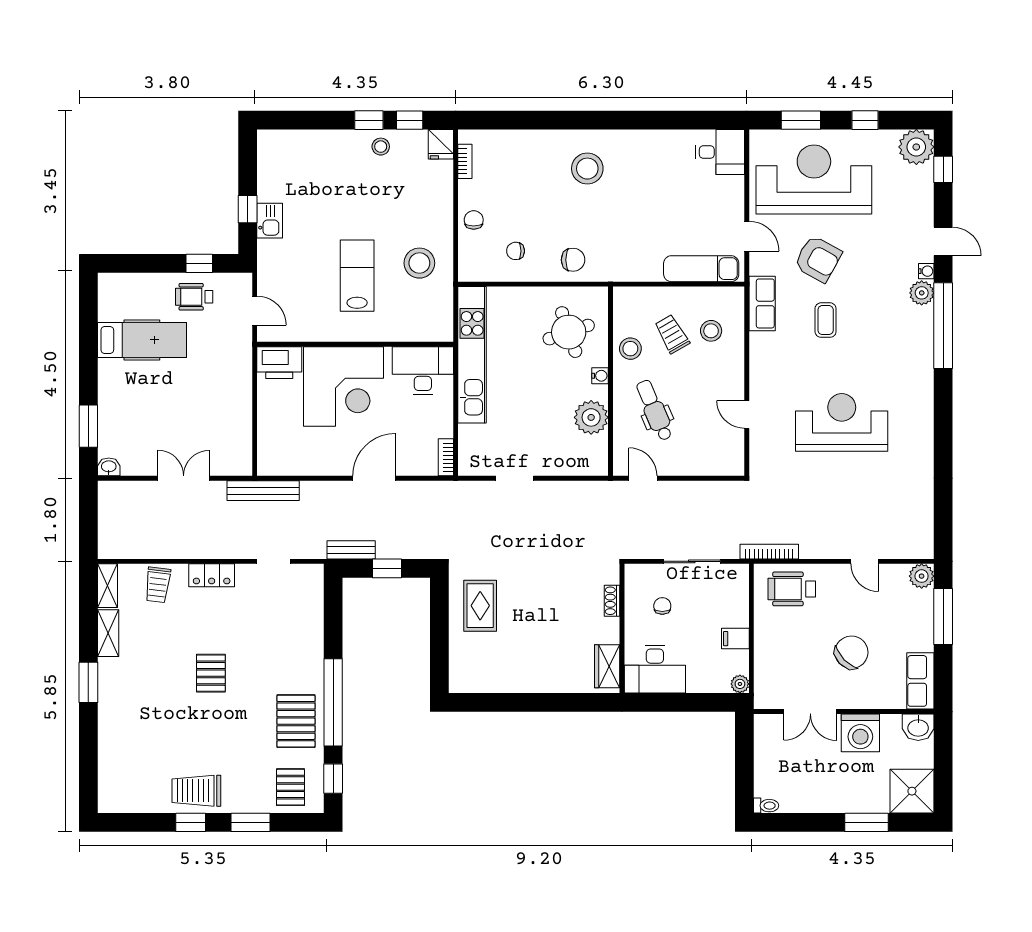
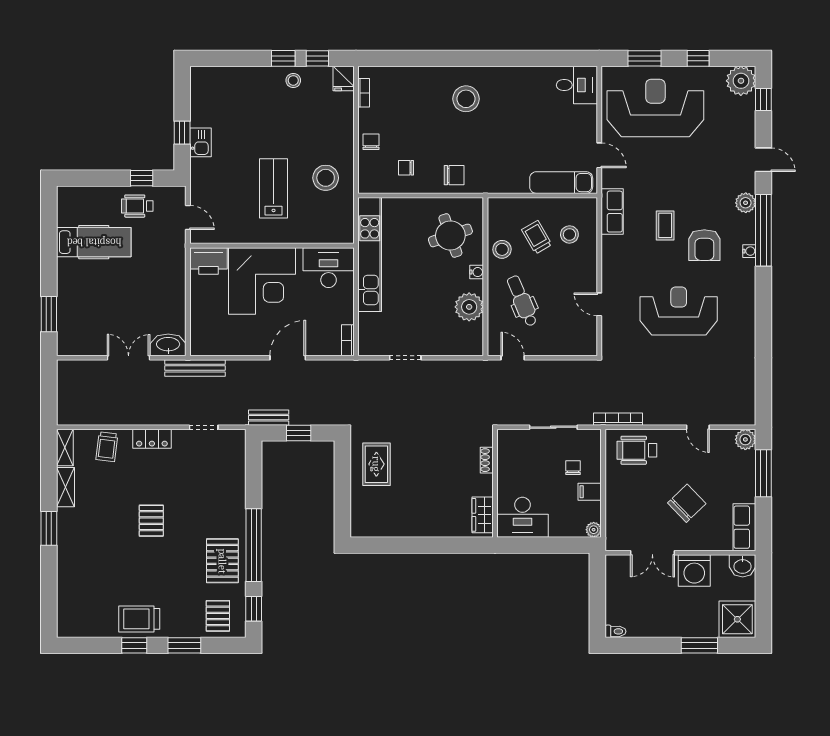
armchair: (818, 259) -> (704, 245), moved, turned 61
water cooler: (926, 271) -> (749, 251), moved
washbasin: (109, 467) -> (168, 345), moved, width x1.91, depth x1.45
chair: (662, 606) -> (573, 468), moved

